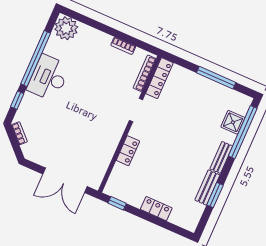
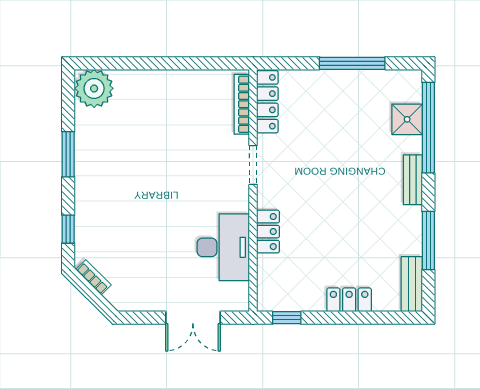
bookcase: (123, 46) -> (191, 77), removed
window: (36, 58) -> (68, 154), width x0.47
desk: (49, 78) -> (223, 247), moved, turned 180
double door: (65, 180) -> (193, 318), width x0.73
bench: (207, 187) -> (412, 284), moved
window: (215, 195) -> (428, 241), width x1.44

